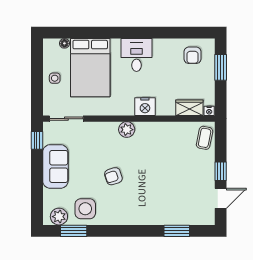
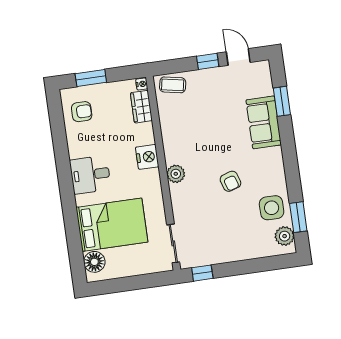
floor lamp: (64, 43) -> (94, 262), width x1.89, depth x1.89
side table: (55, 78) -> (129, 263), removed
sofa: (55, 166) -> (264, 122), moved, turned -90

